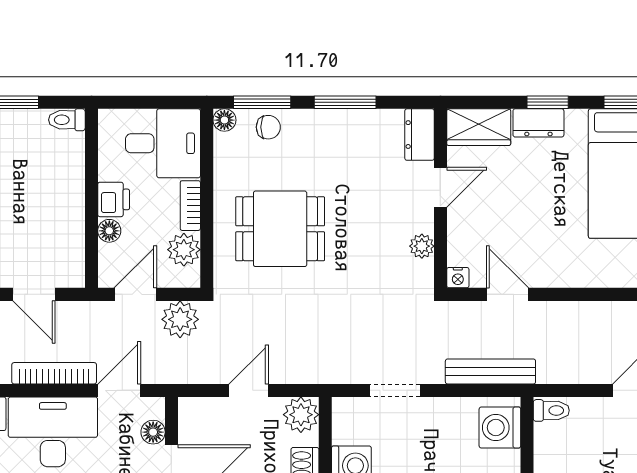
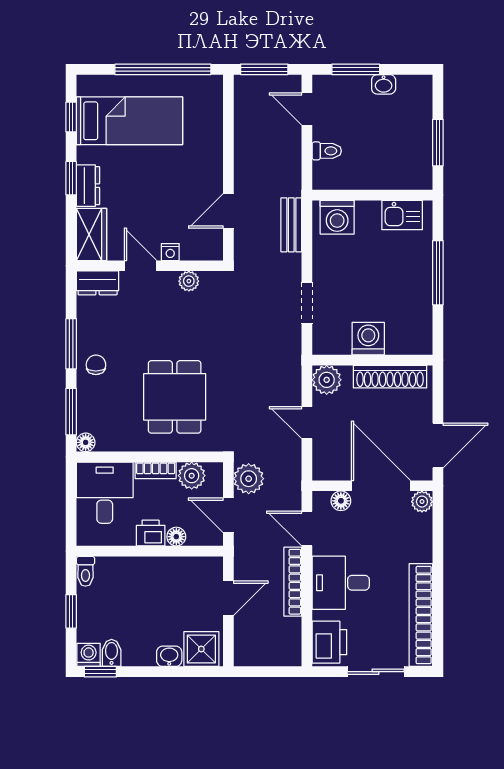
chair: (268, 127) -> (96, 365), moved
nightstand: (458, 278) -> (170, 252), moved, turned 90
bench: (490, 371) -> (291, 225), width x0.73
toilet: (551, 410) -> (327, 151), moved, turned 90
desk: (53, 432) -> (341, 583), width x0.73

